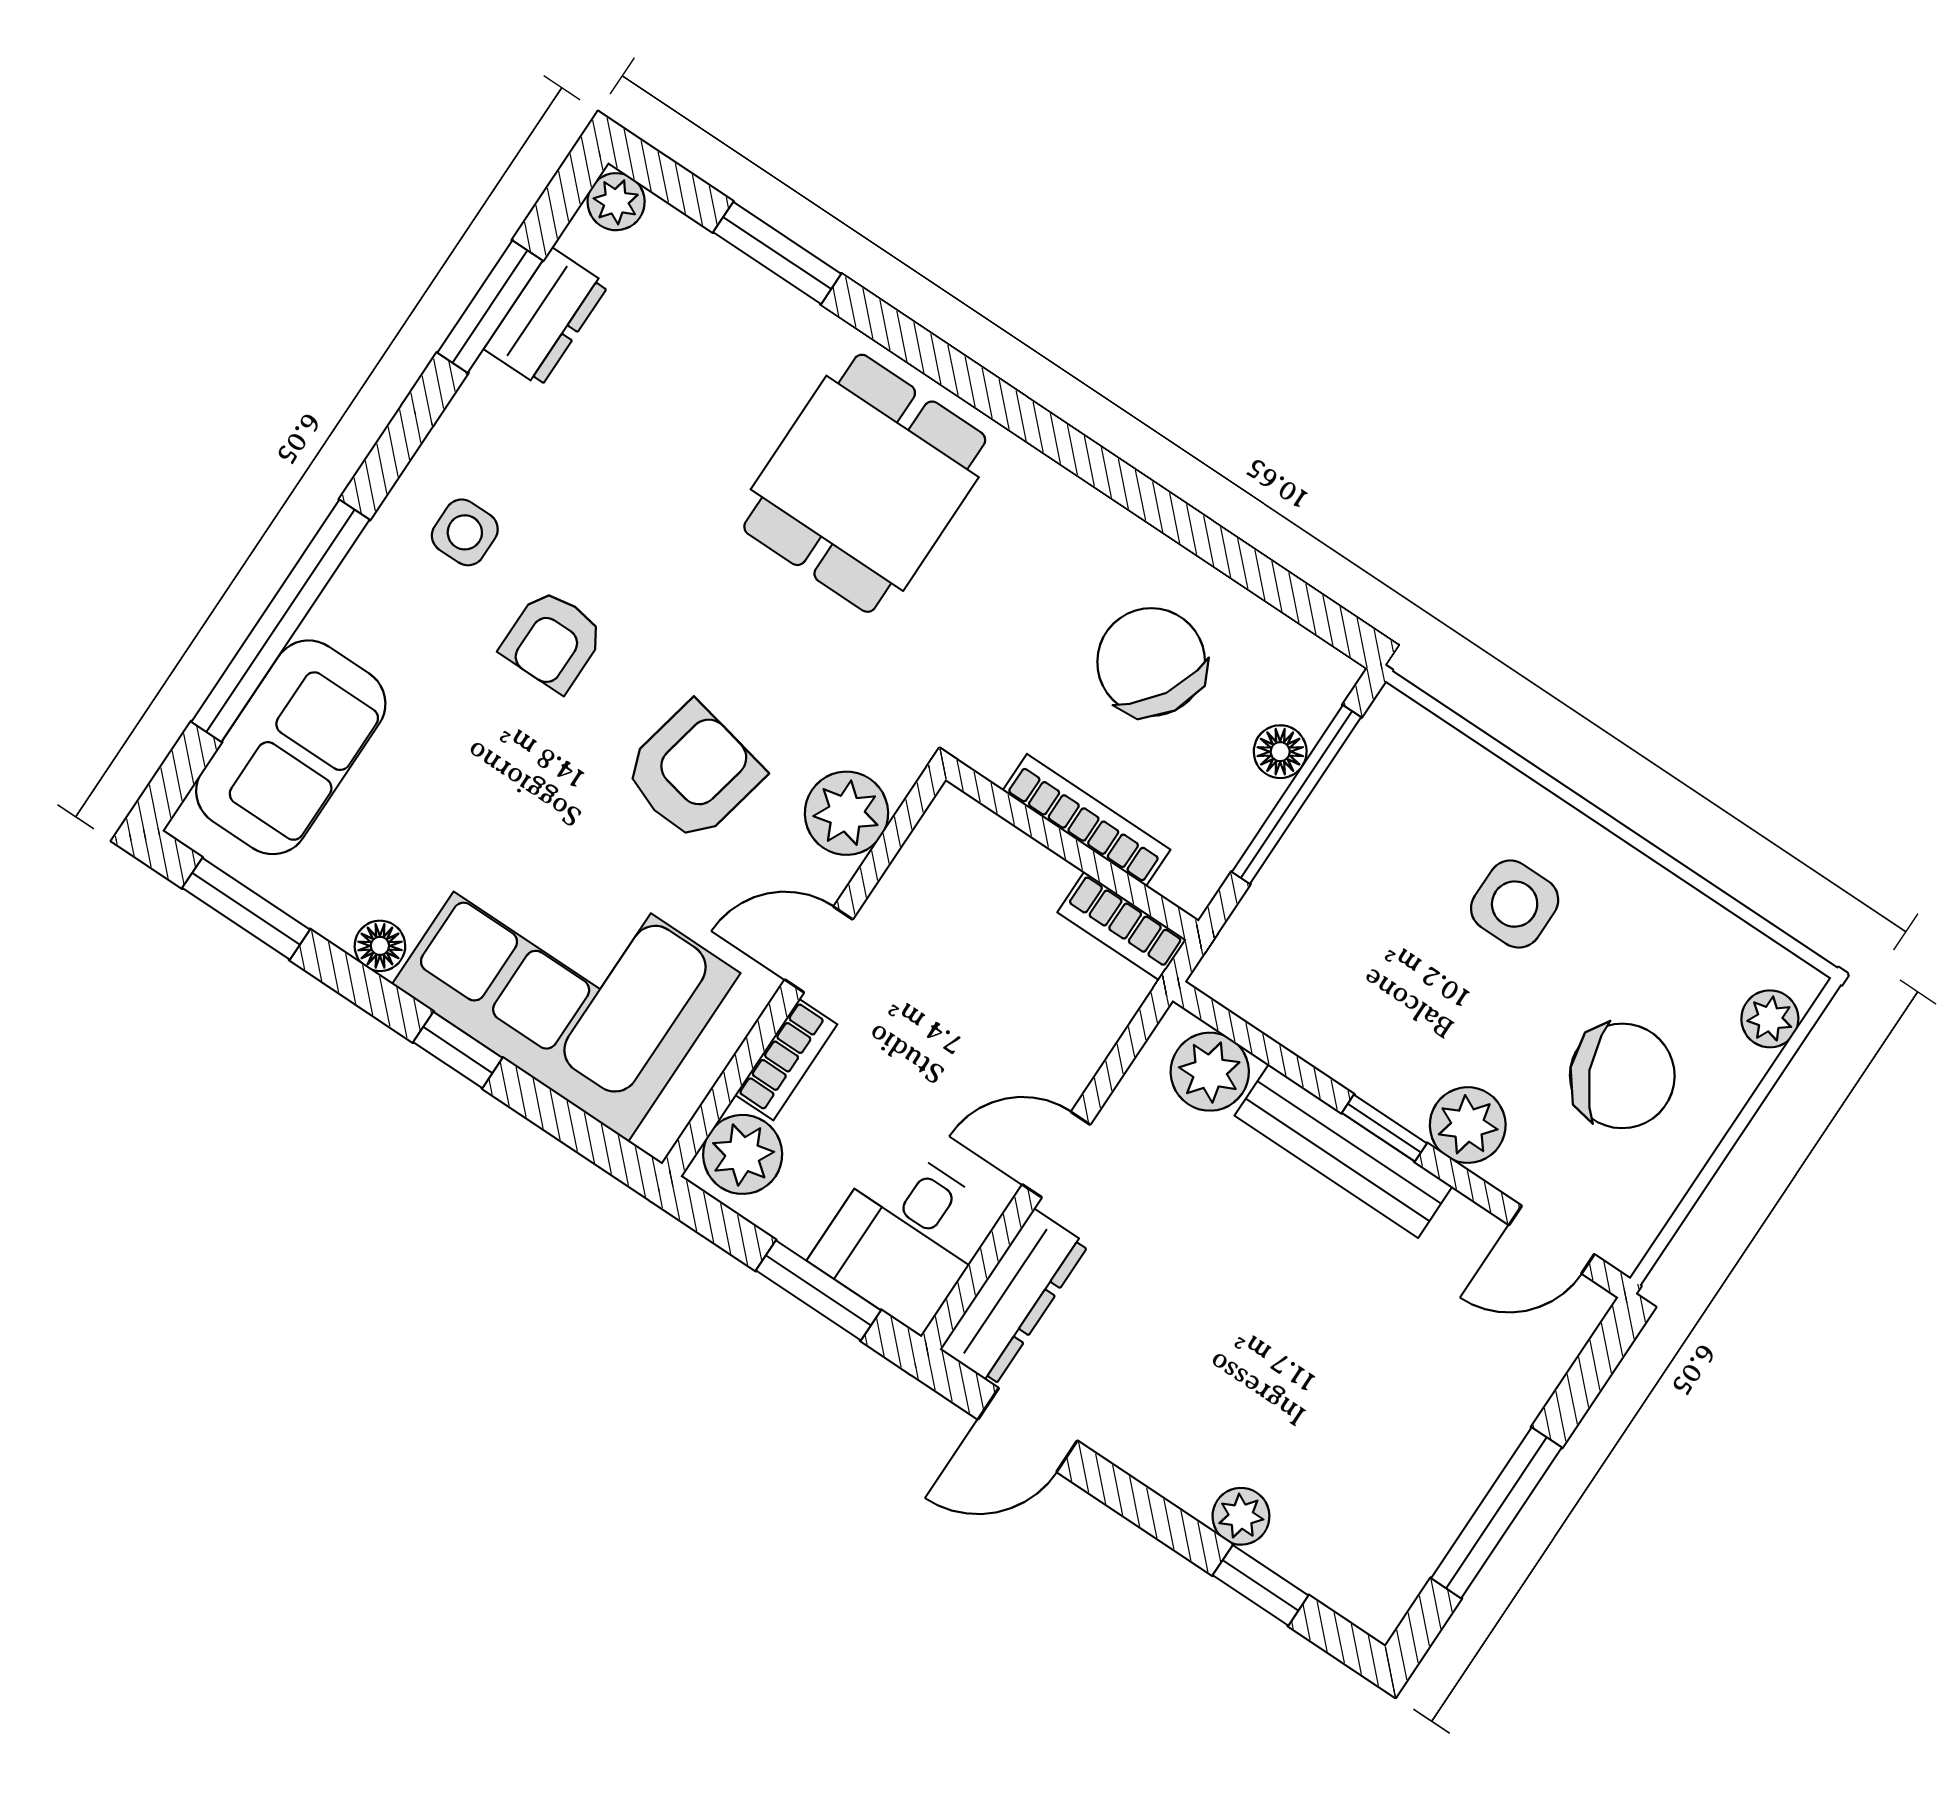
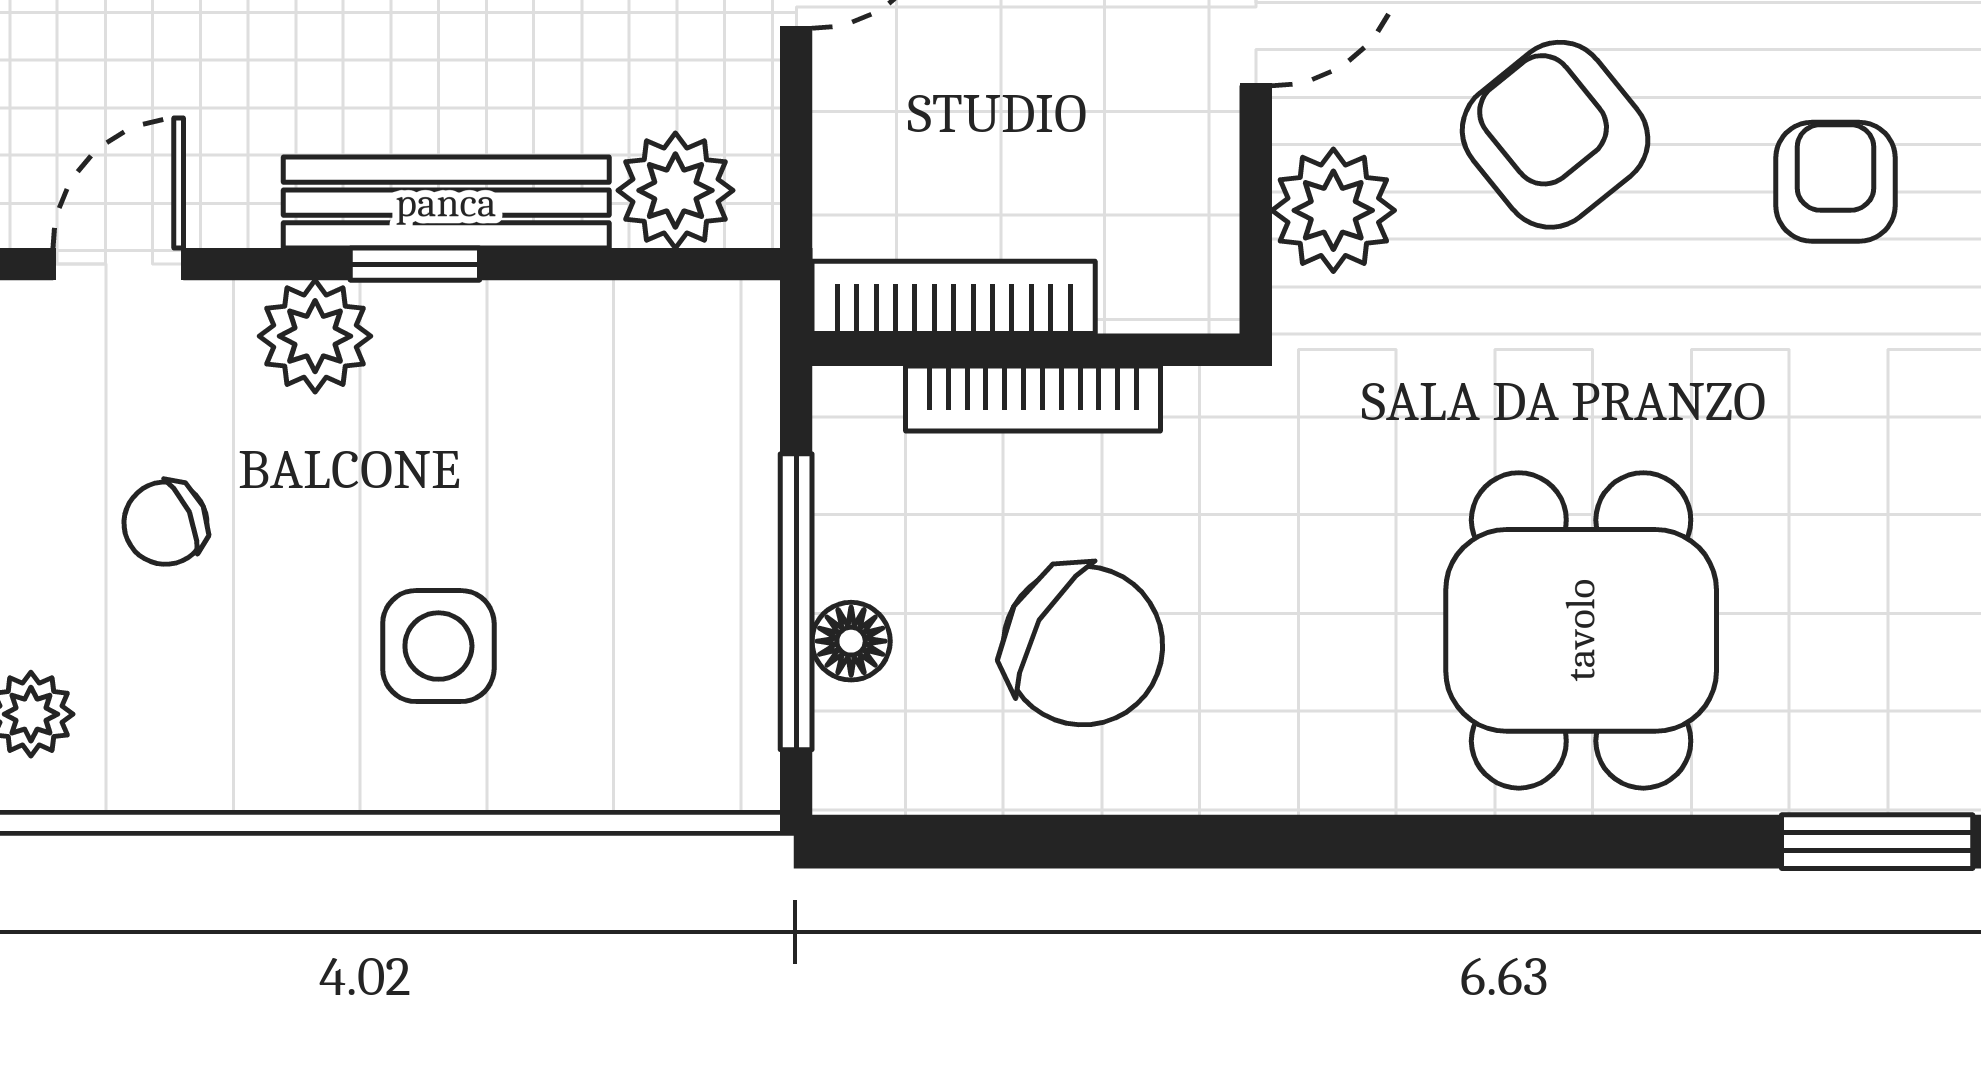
armchair: (693, 772) -> (1555, 135), turned 129
bookcase: (1122, 926) -> (954, 297), width x1.56
chair: (1622, 1076) -> (165, 523), width x0.54, depth x0.54

